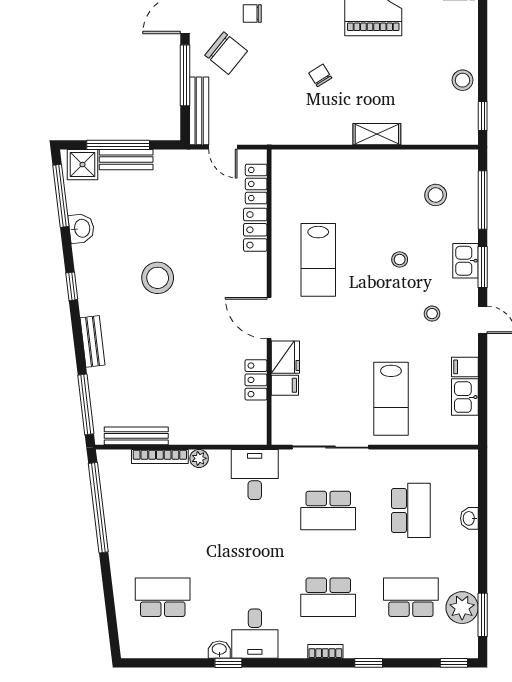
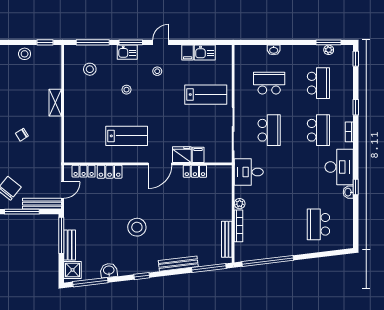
window: (118, 145) -> (61, 235), moved
bench: (93, 341) -> (178, 264), width x1.36
school desk: (411, 597) -> (318, 83), turned 180
plant: (462, 608) -> (329, 50), width x0.53, depth x0.53
desk: (255, 634) -> (339, 167), width x1.37

